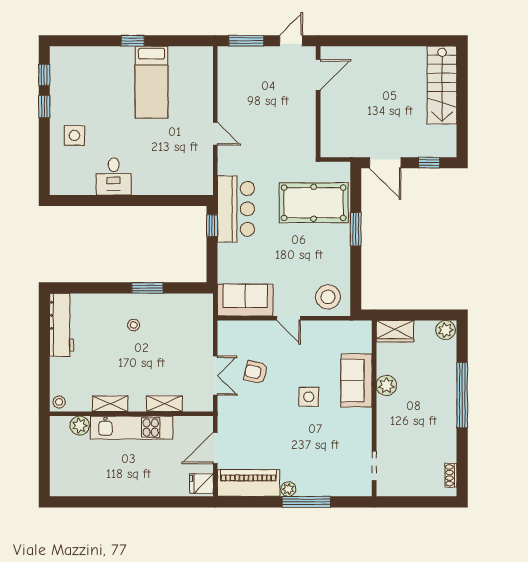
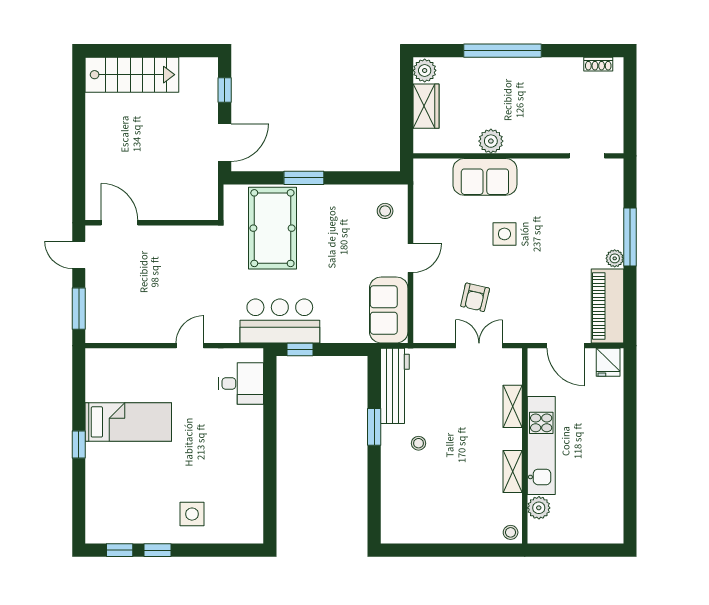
desk: (114, 176) -> (241, 384), moved
stool: (328, 297) -> (385, 211), width x0.53, depth x0.53
workbench: (62, 325) -> (395, 386), moved, turned 90
wardrobe: (395, 331) -> (426, 106), moved

